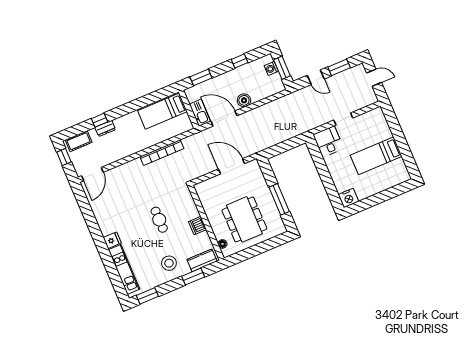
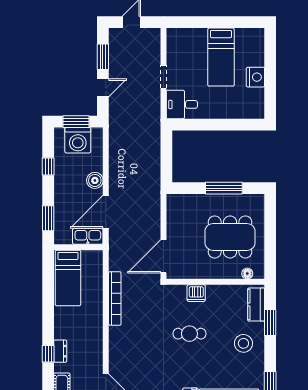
washing machine: (271, 68) -> (78, 140), width x1.89, depth x1.89
door: (232, 166) -> (164, 256), moved
nightstand: (348, 198) -> (255, 77), moved
dishwasher: (197, 226) -> (196, 293), moved

